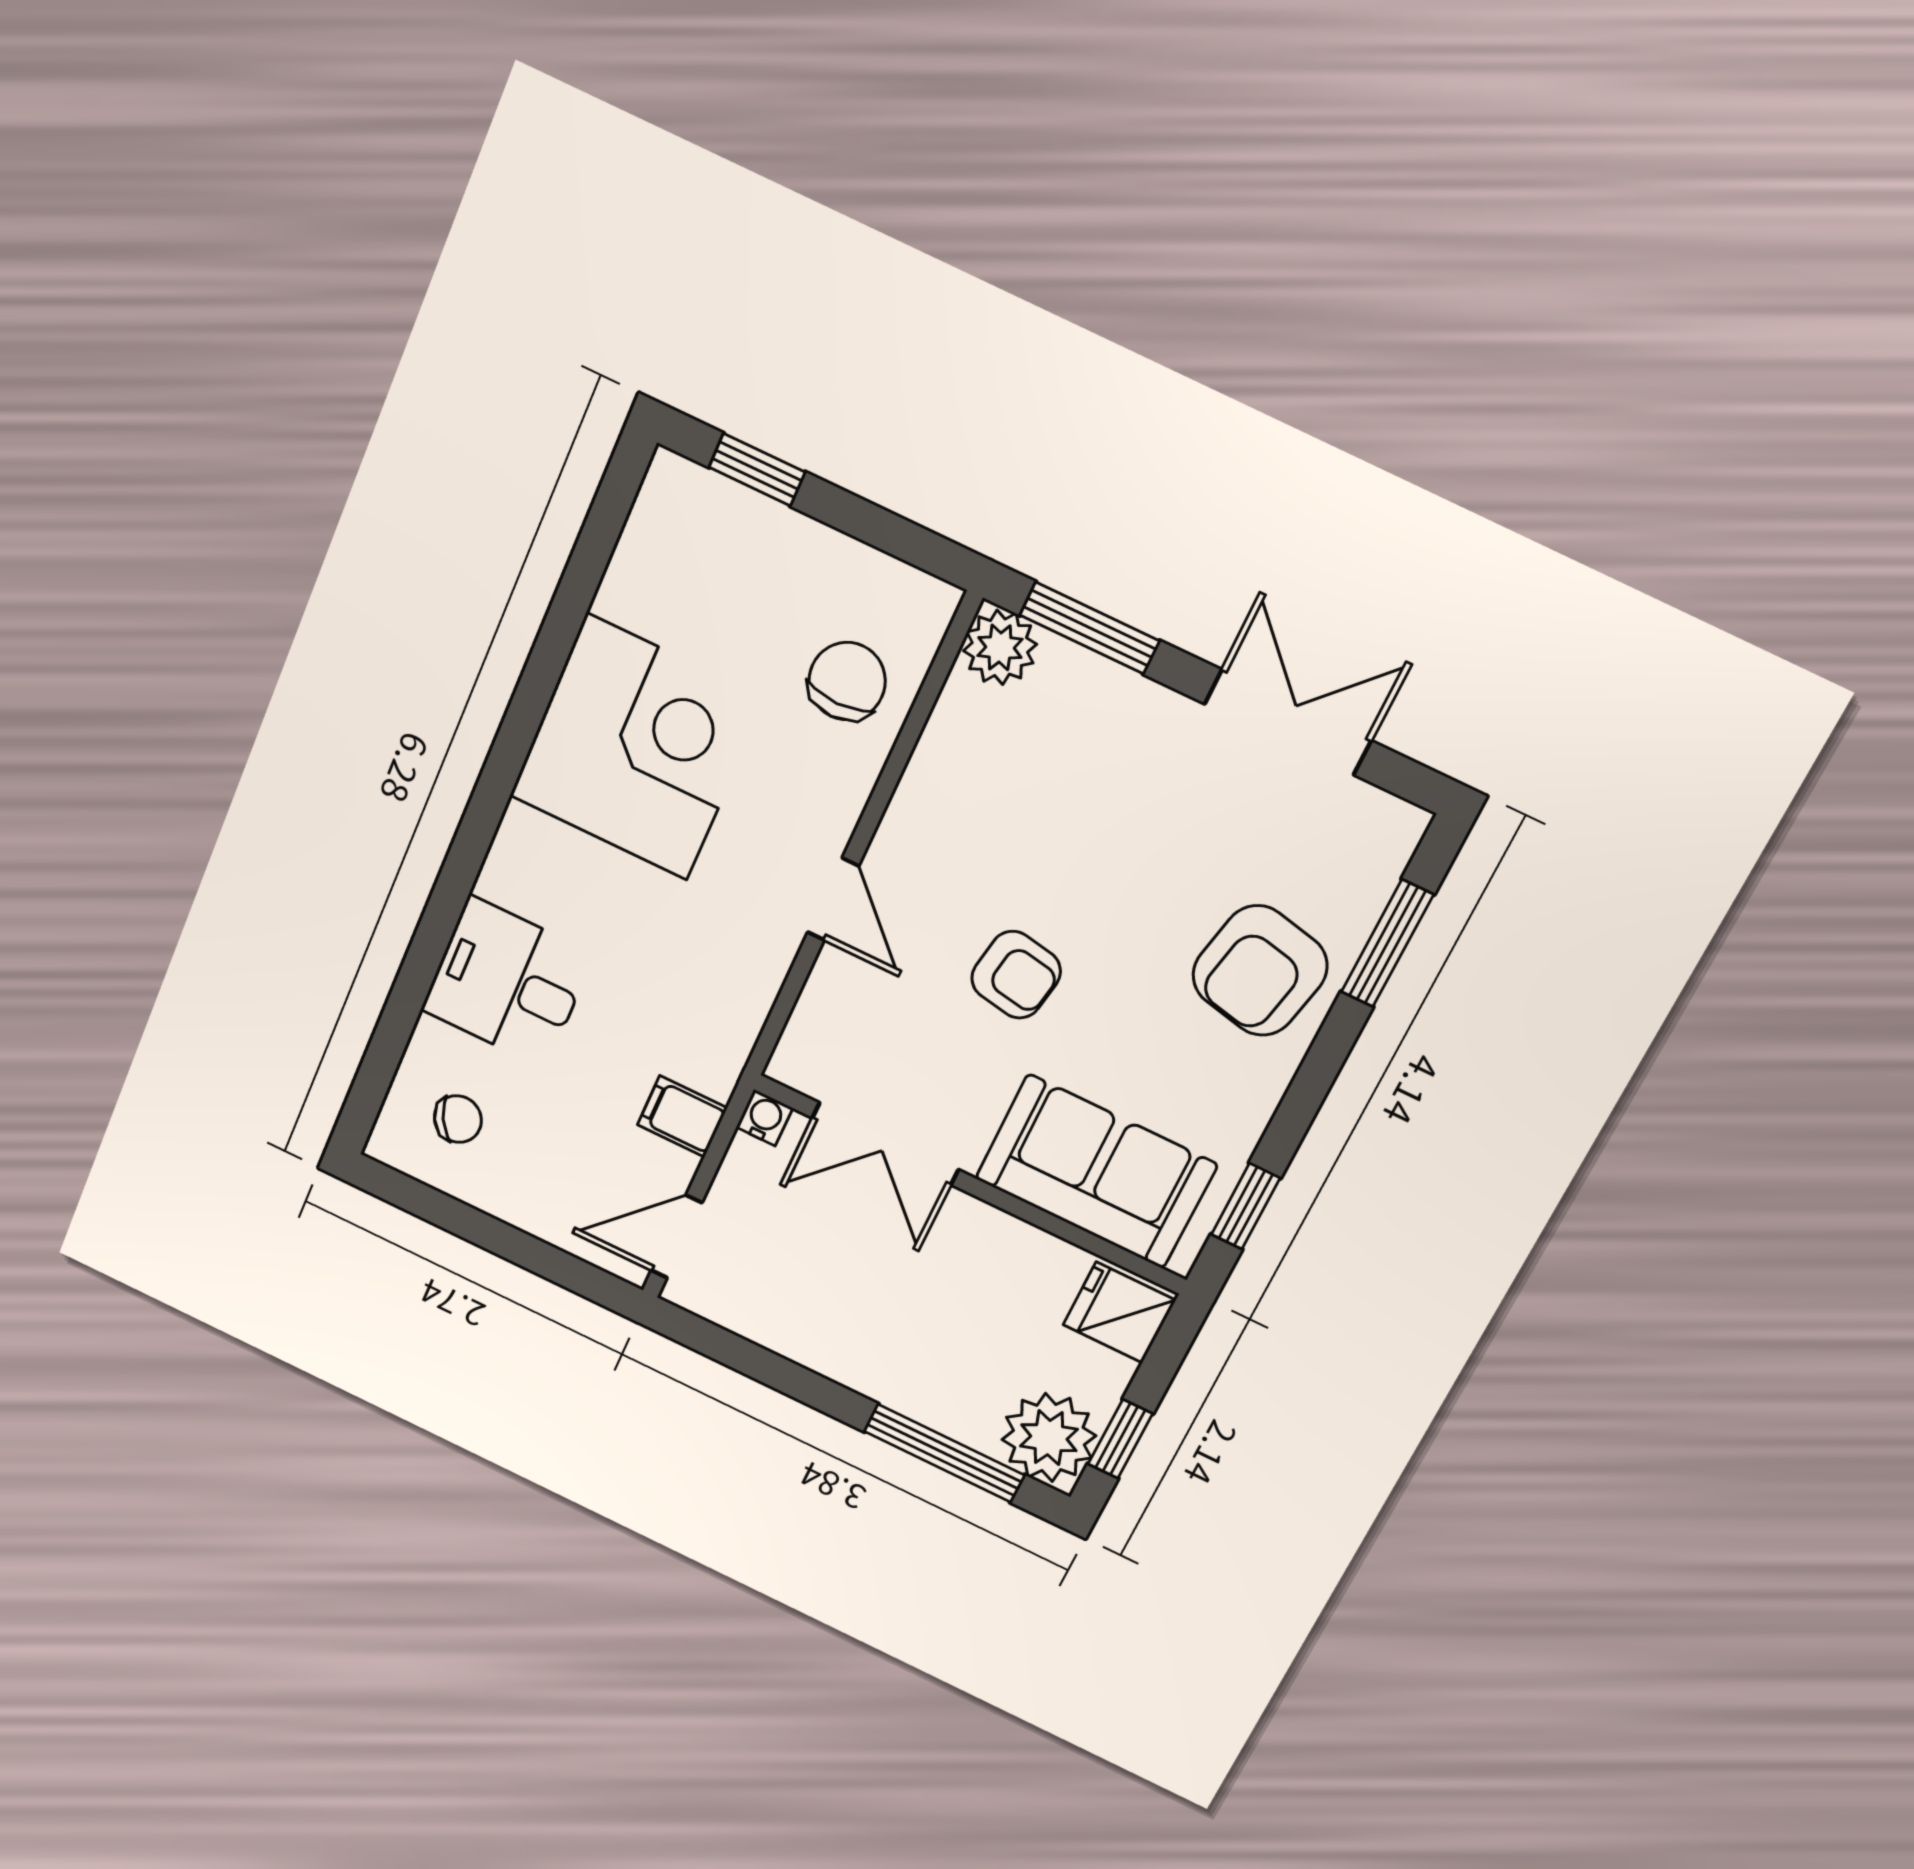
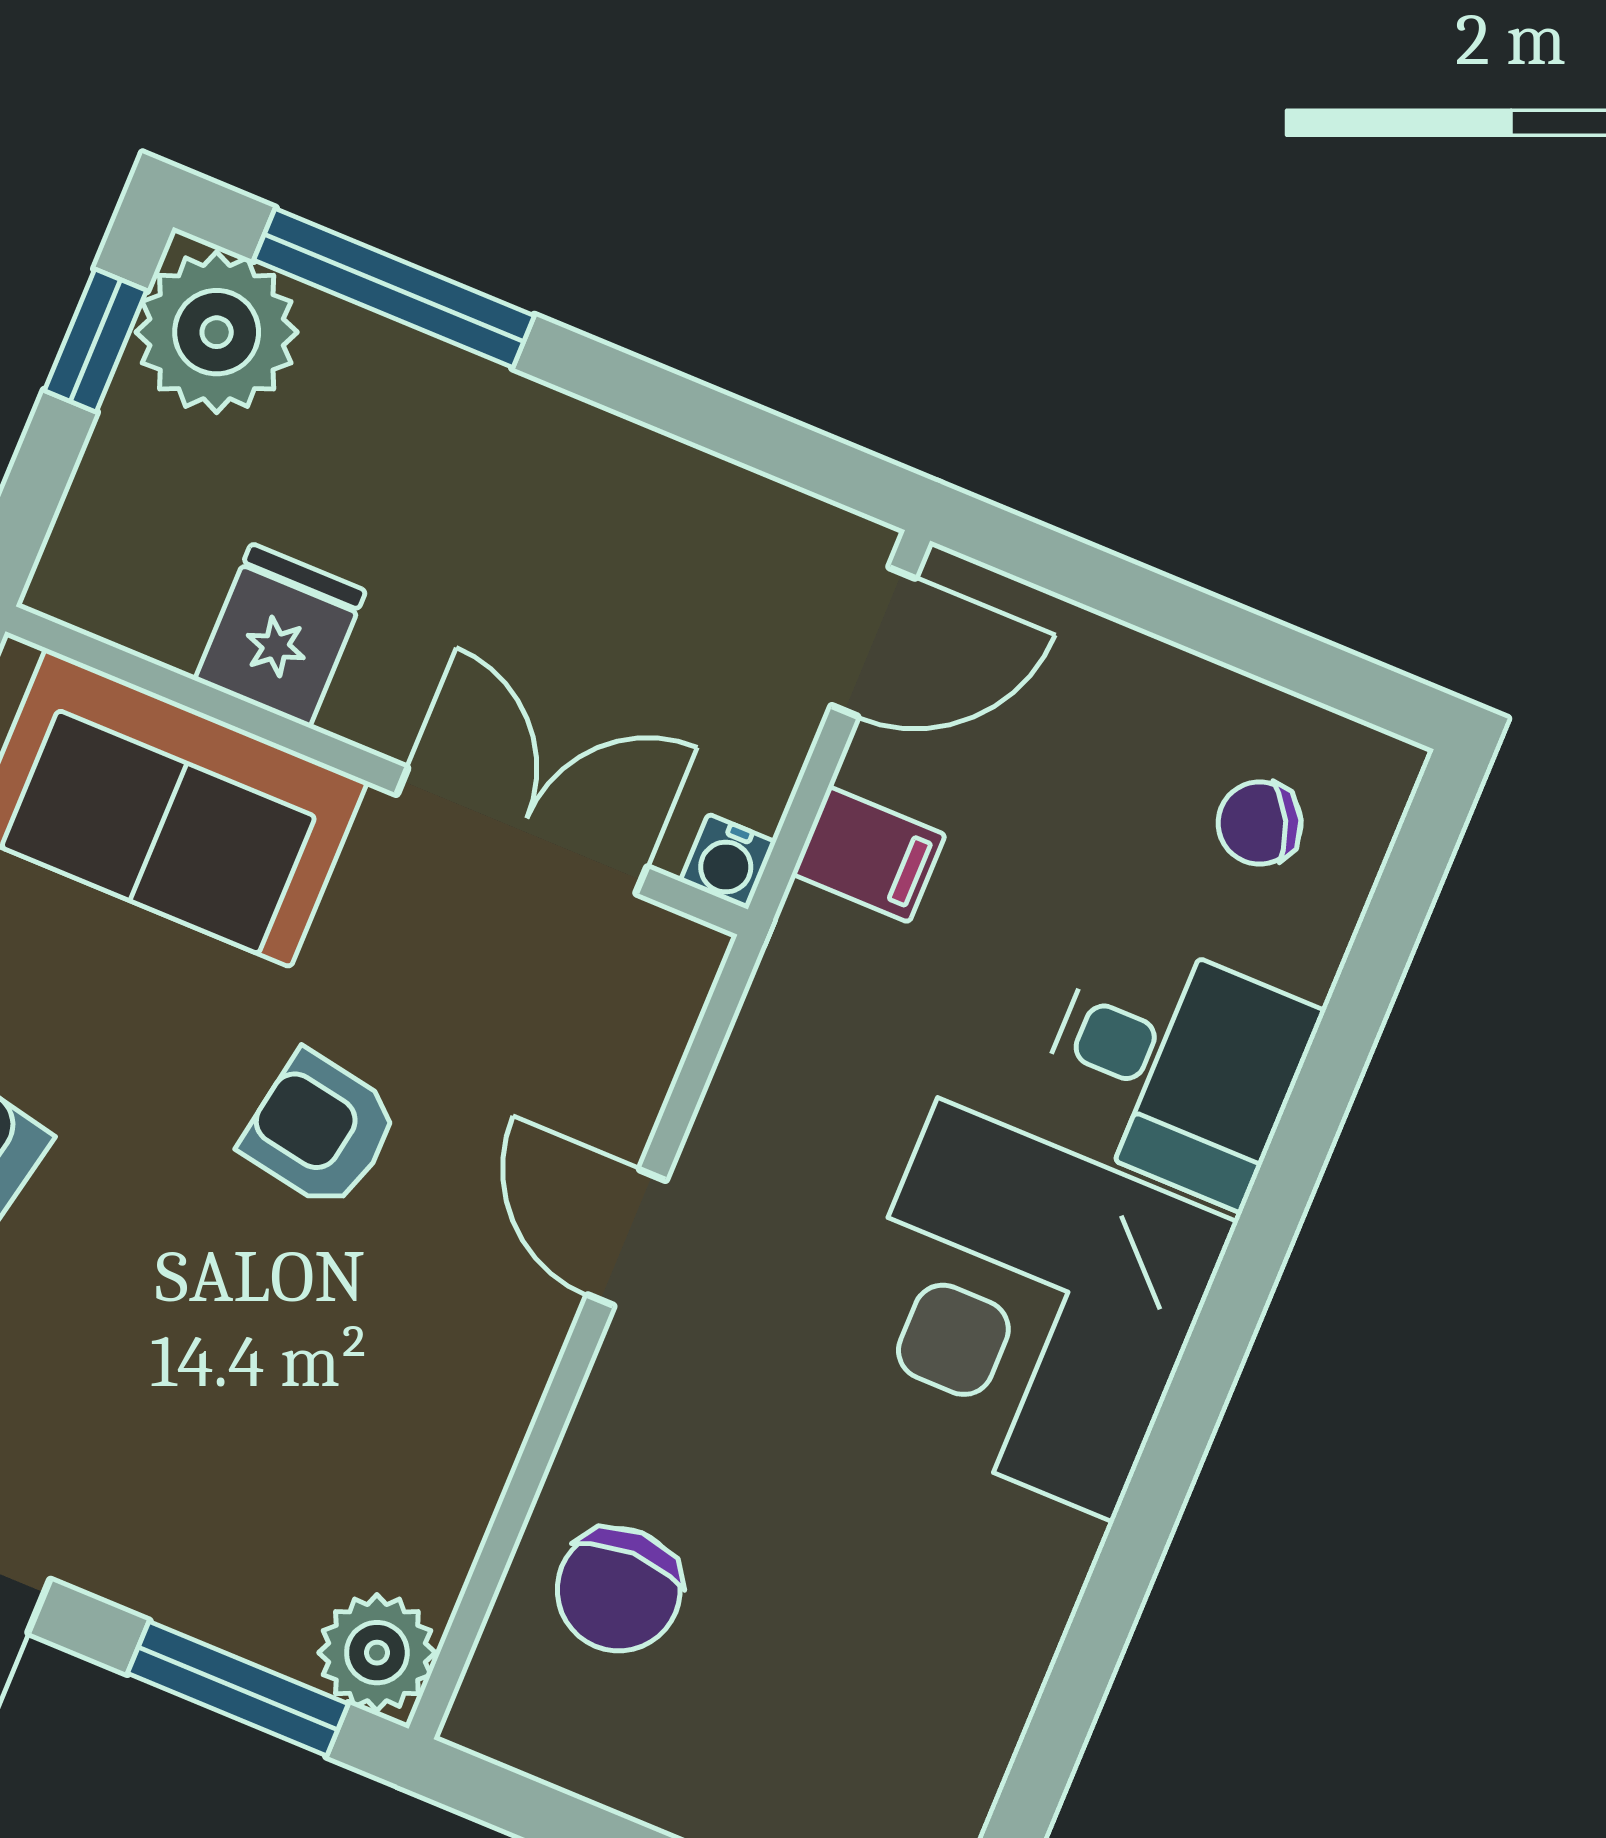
corner desk: (637, 747) -> (1026, 1310), moved
fridge: (1119, 1313) -> (280, 635), moved, turned -90

